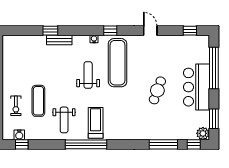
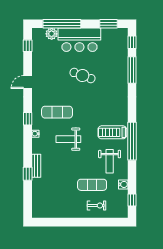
exercise mat: (118, 63) -> (57, 112), width x0.73, depth x0.69
weight bench: (64, 120) -> (110, 161), turned 90
plant: (203, 133) -> (52, 34), moved
water cooler: (19, 135) -> (123, 184), moved

